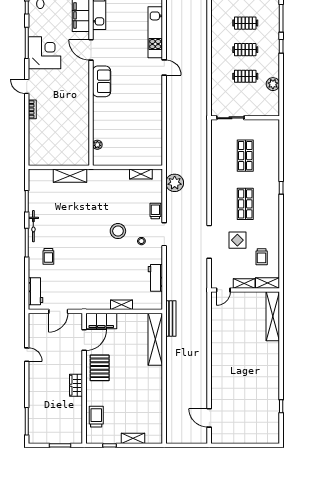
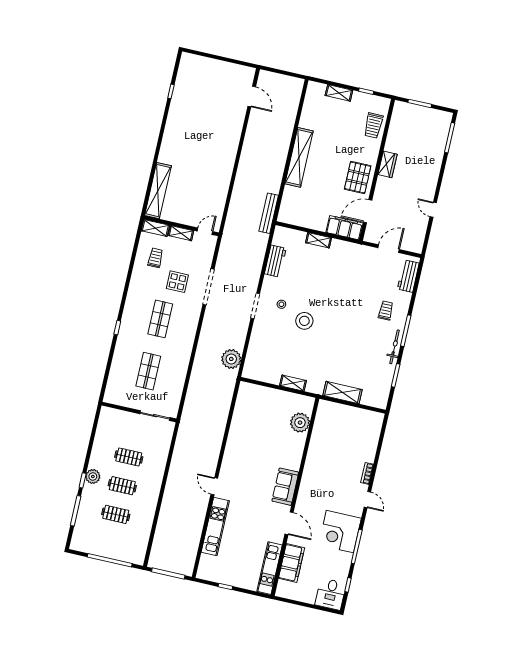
plant: (273, 84) -> (93, 476), moved
plant: (97, 145) -> (300, 423), width x1.88, depth x1.88
shelving: (141, 174) -> (293, 383), moved
trolley: (155, 211) -> (259, 333), removed
shelving: (155, 339) -> (299, 157), moved

